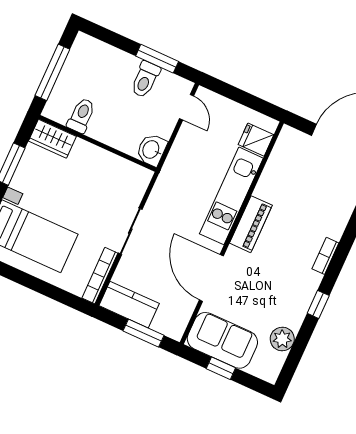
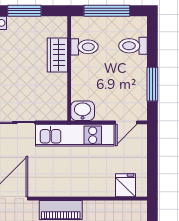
toilet: (145, 79) -> (133, 46), moved
wardrobe: (52, 139) -> (57, 55), moved
kitchen unit: (231, 196) -> (75, 135), moved, turned 180

